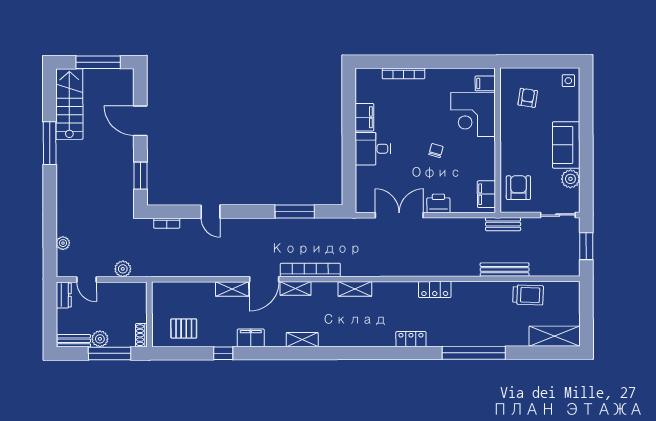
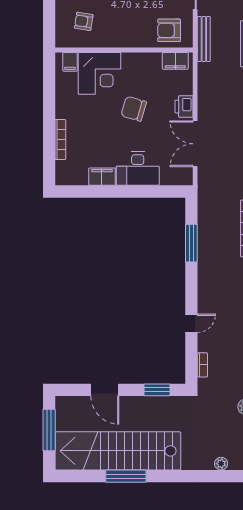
stairs: (69, 104) -> (118, 451), width x1.86, depth x1.51
door: (140, 121) -> (105, 390), hinge flipped
desk: (373, 149) -> (138, 169), width x1.37
chair: (436, 150) -> (134, 109), width x1.87, depth x1.87
bench: (503, 224) -> (204, 39), width x1.36

